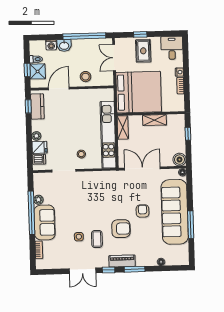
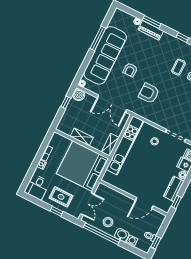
rug: (143, 51) -> (61, 197), turned 90
window: (27, 70) -> (156, 243), moved
shower: (38, 71) -> (154, 226), removed
stool: (86, 77) -> (108, 222), moved
kitchen counter: (37, 106) -> (174, 189), moved
window: (188, 134) -> (66, 102), moved
armchair: (121, 229) -> (149, 93), moved
piano: (122, 261) -> (151, 30), moved
window: (135, 269) -> (152, 22), moved

